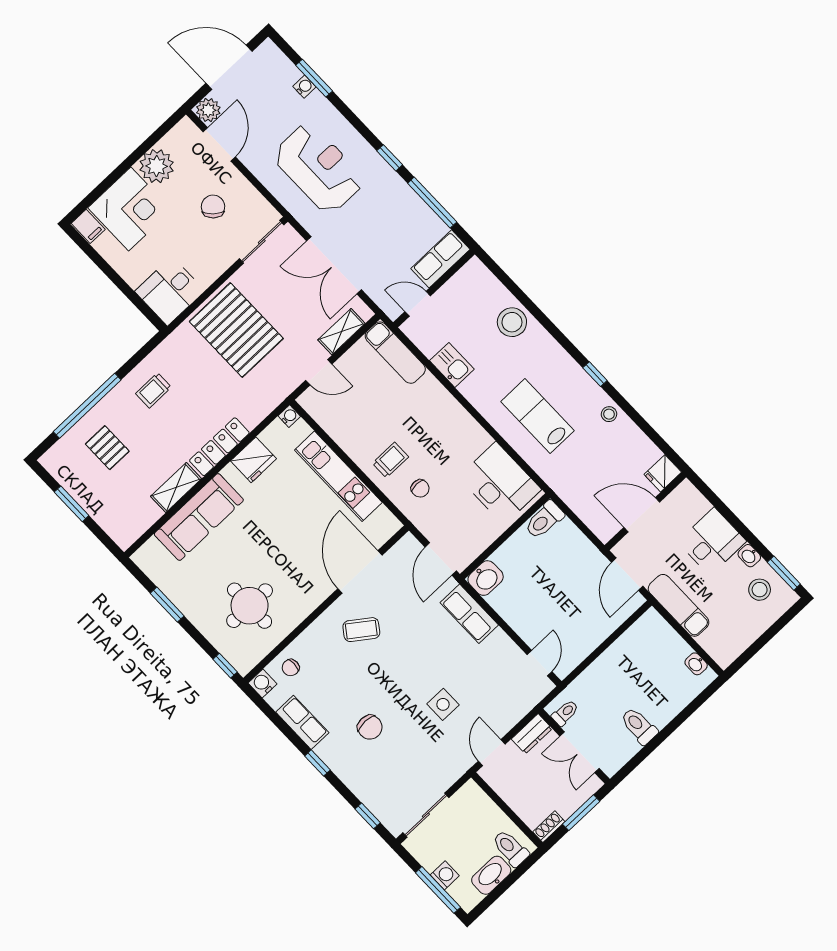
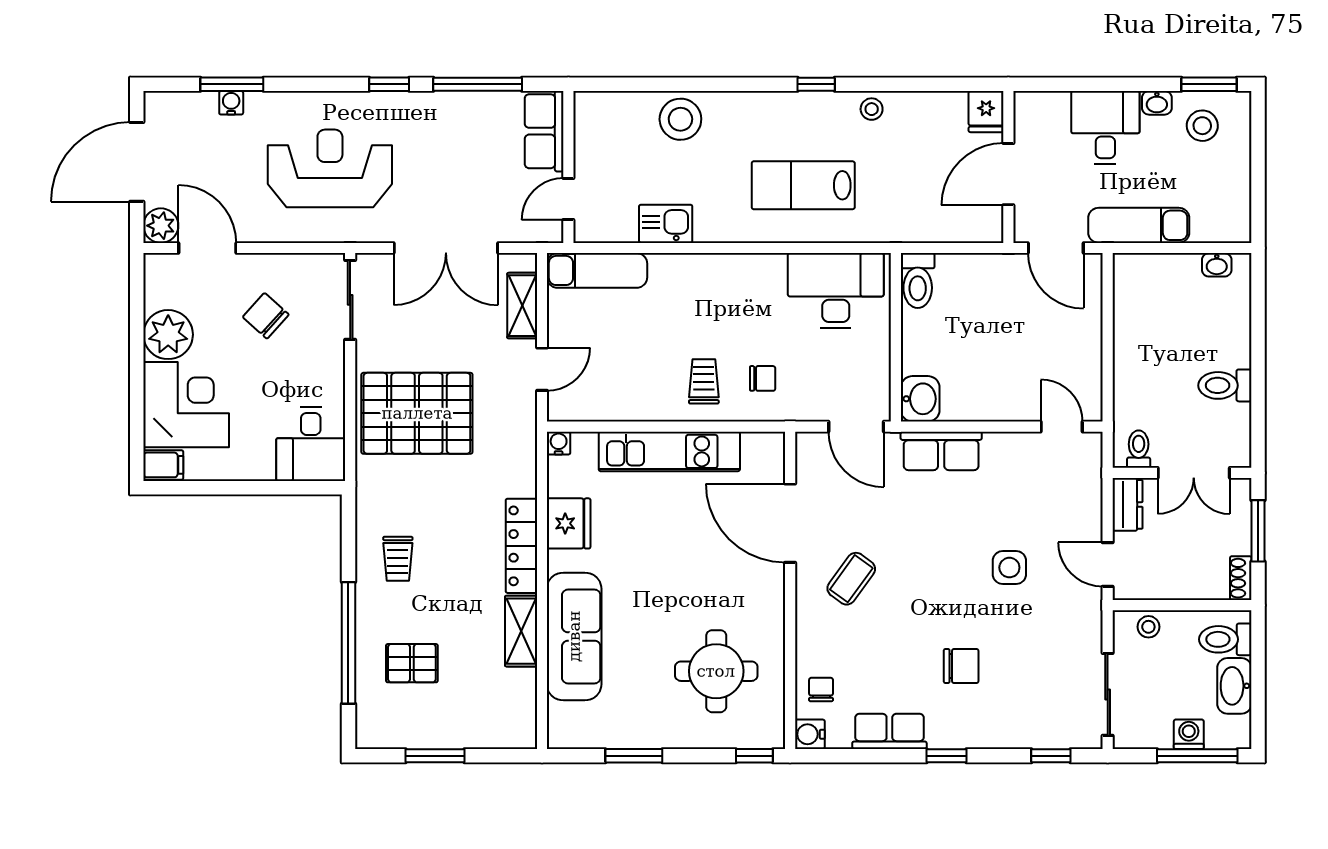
chair: (291, 668) -> (821, 690), turned 180
stool: (480, 803) -> (1148, 627), added

